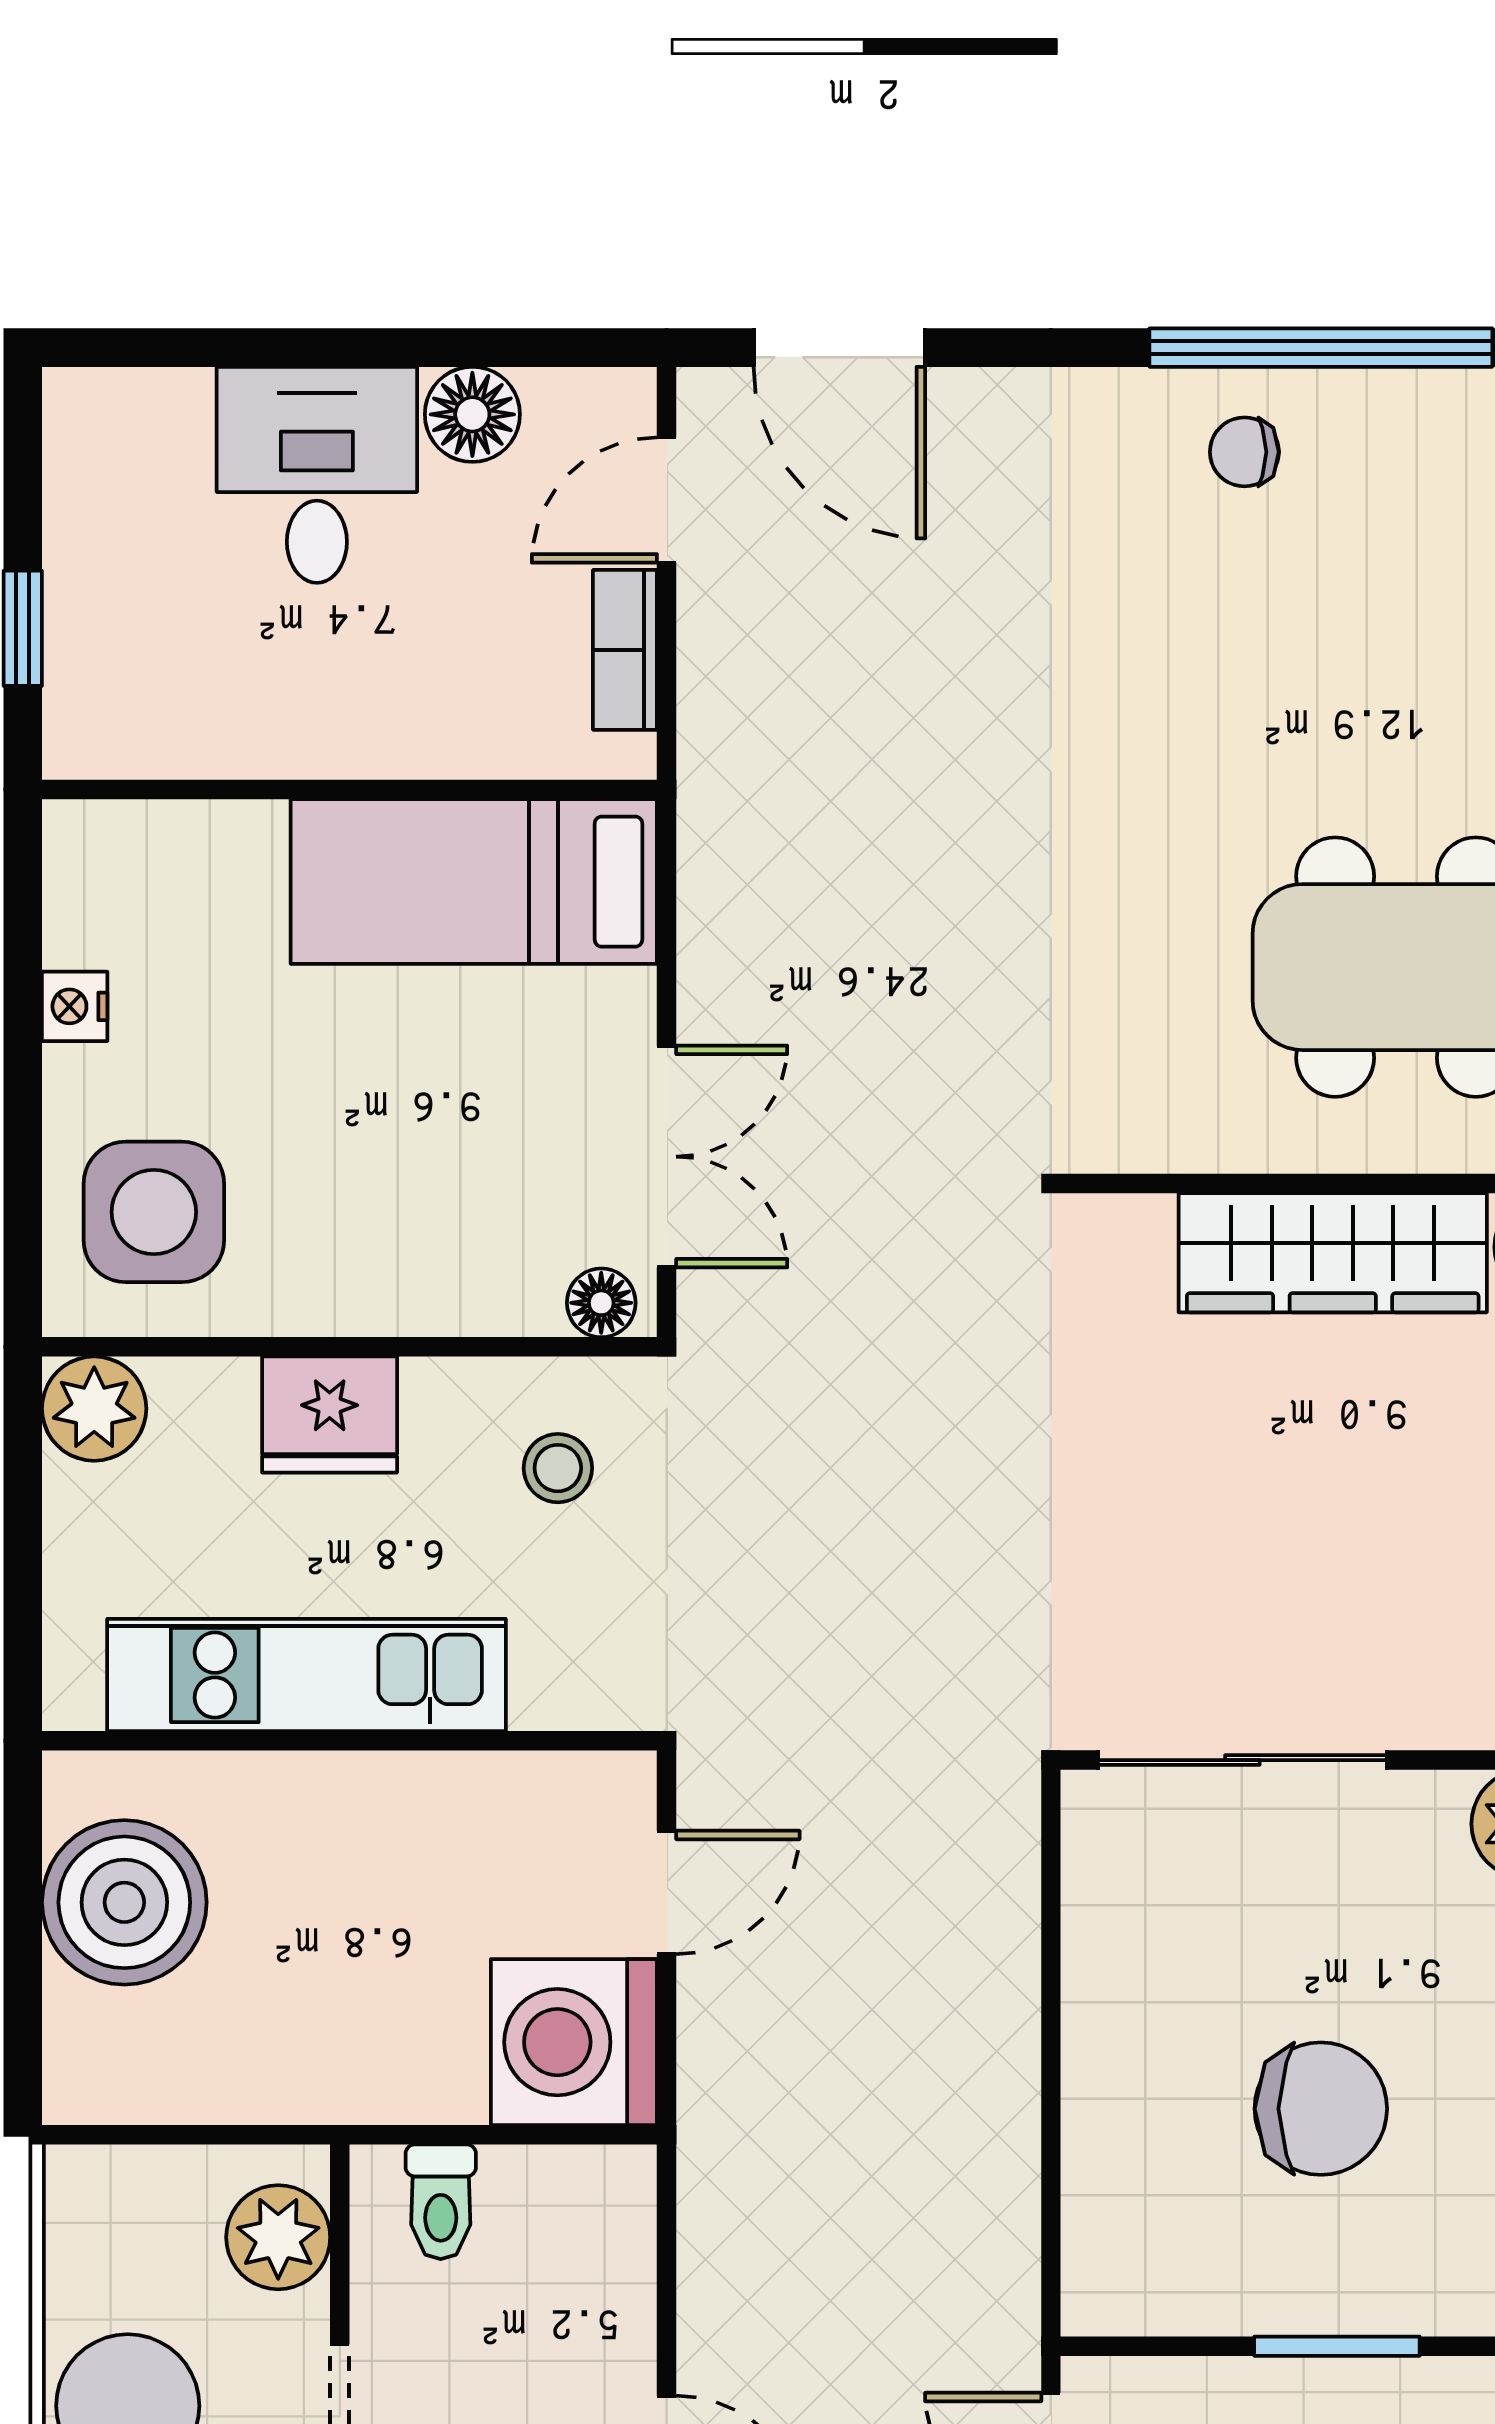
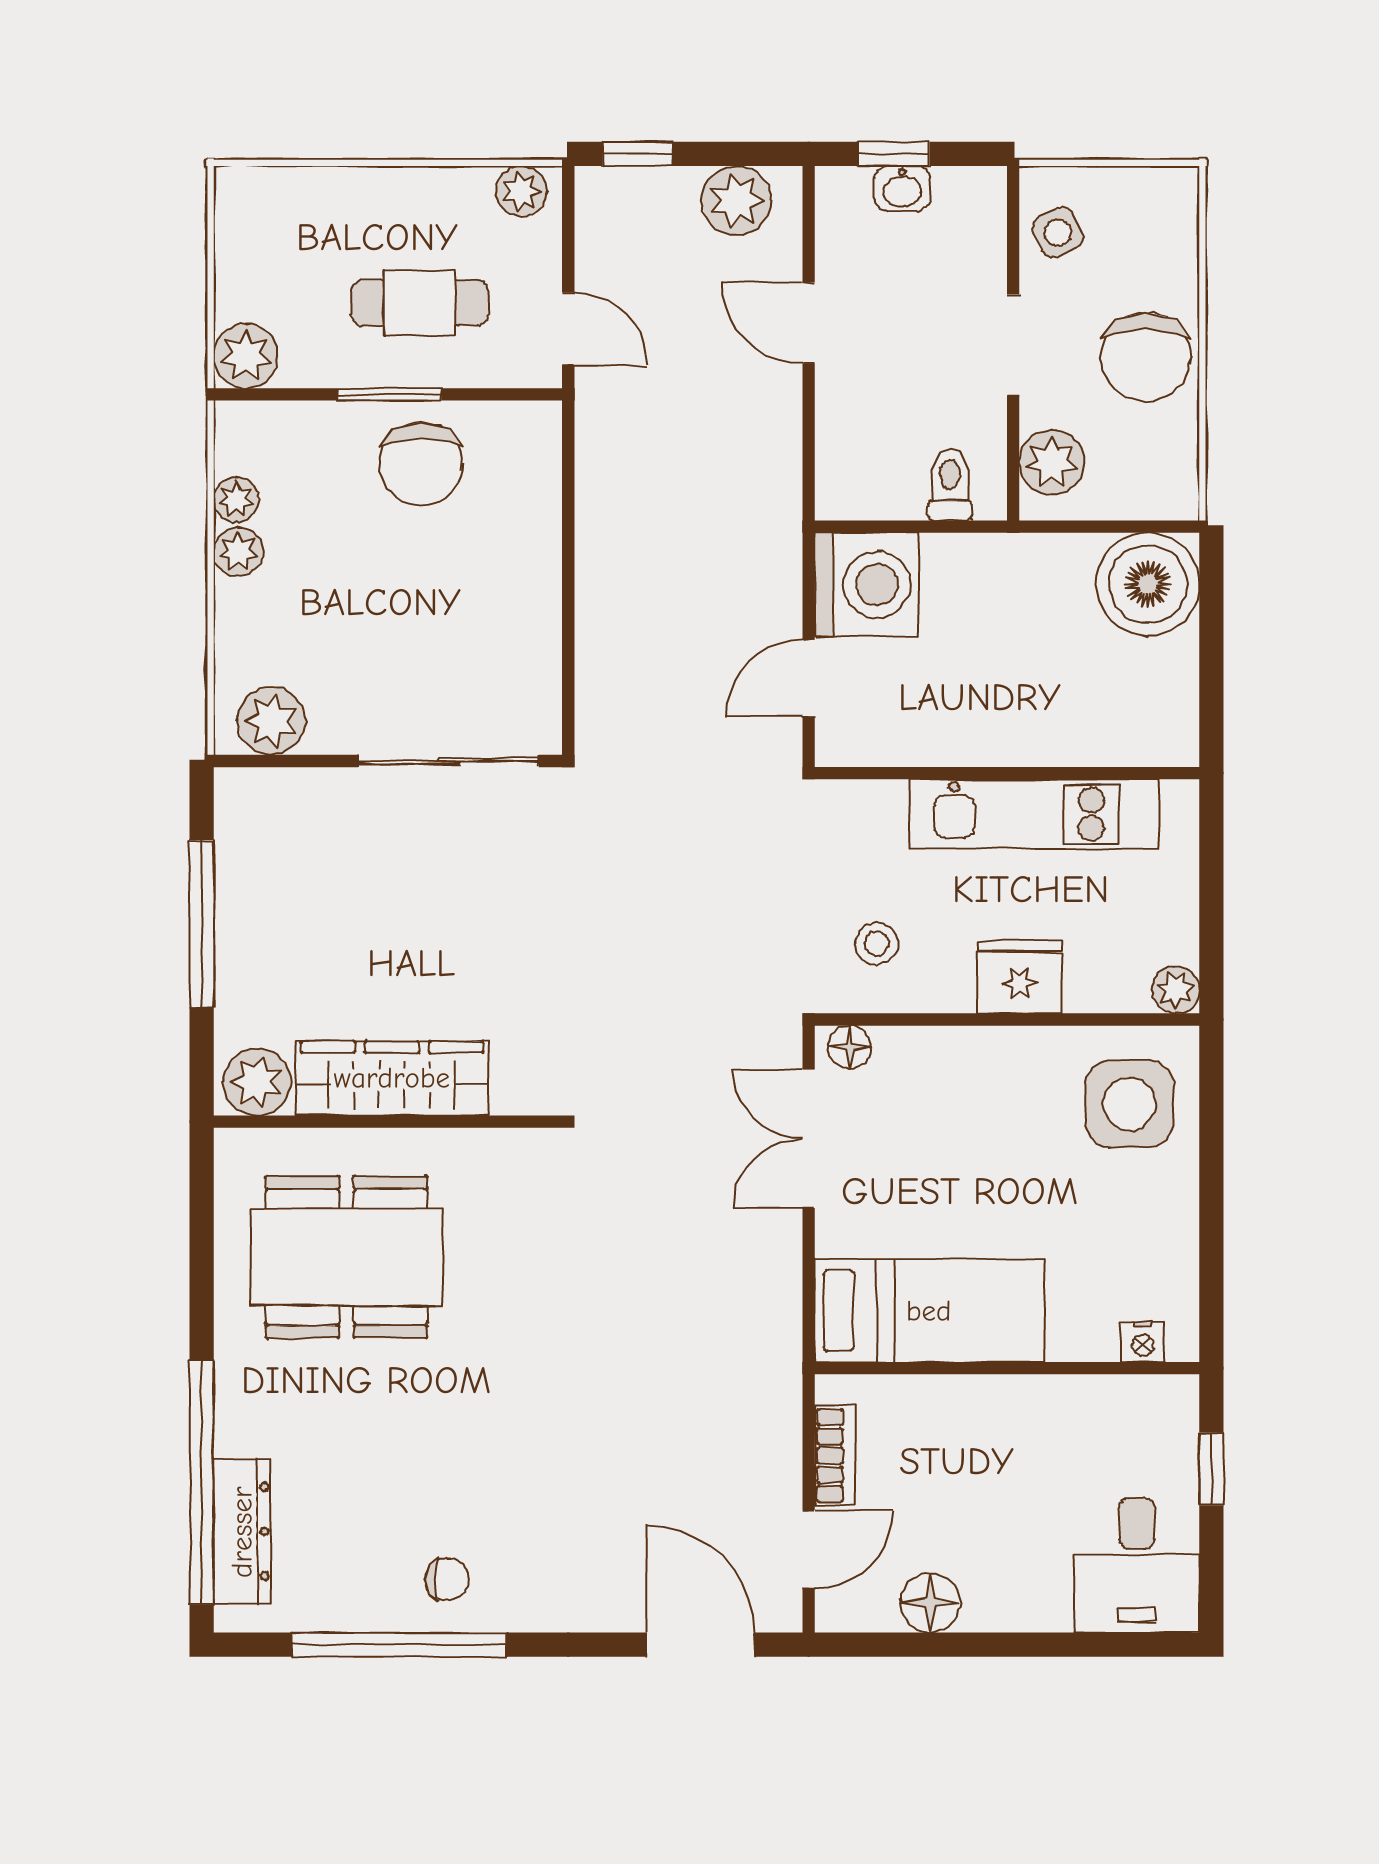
desk: (317, 475) -> (1137, 1565), moved
nightstand: (75, 1006) -> (1143, 1342), moved, turned 90
plant: (94, 1409) -> (1176, 990), width x0.73, depth x0.73
boiler: (124, 1902) -> (1148, 584), moved
chair: (1321, 2109) -> (421, 464), moved, turned -90

